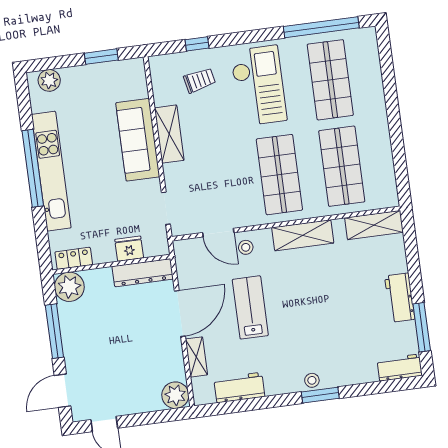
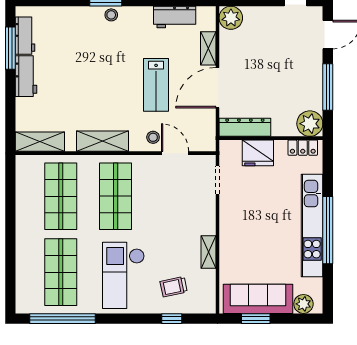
shelving: (169, 134) -> (208, 252), width x0.67, depth x0.75
sofa: (138, 140) -> (258, 299), moved, turned -90
fridge: (129, 249) -> (258, 153), width x1.36, depth x1.34
workbench: (400, 368) -> (25, 36), moved, turned -90

